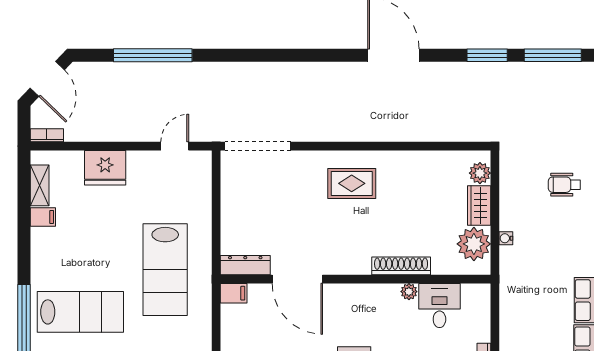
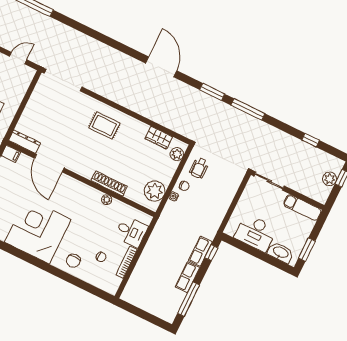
wheelchair: (564, 185) -> (199, 168), moved, turned -90
wardrobe: (479, 206) -> (159, 138), moved, turned -90
chair: (514, 215) -> (184, 186), added
desk: (439, 306) -> (131, 231), moved, turned 90

